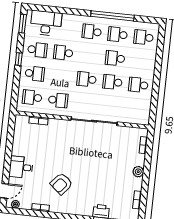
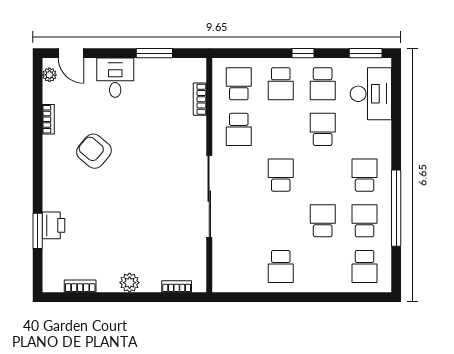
school desk: (144, 37) -> (365, 266), turned 180
school desk: (112, 82) -> (281, 221), removed
school desk: (138, 85) -> (281, 266), turned 180
window: (10, 143) -> (154, 53), added

